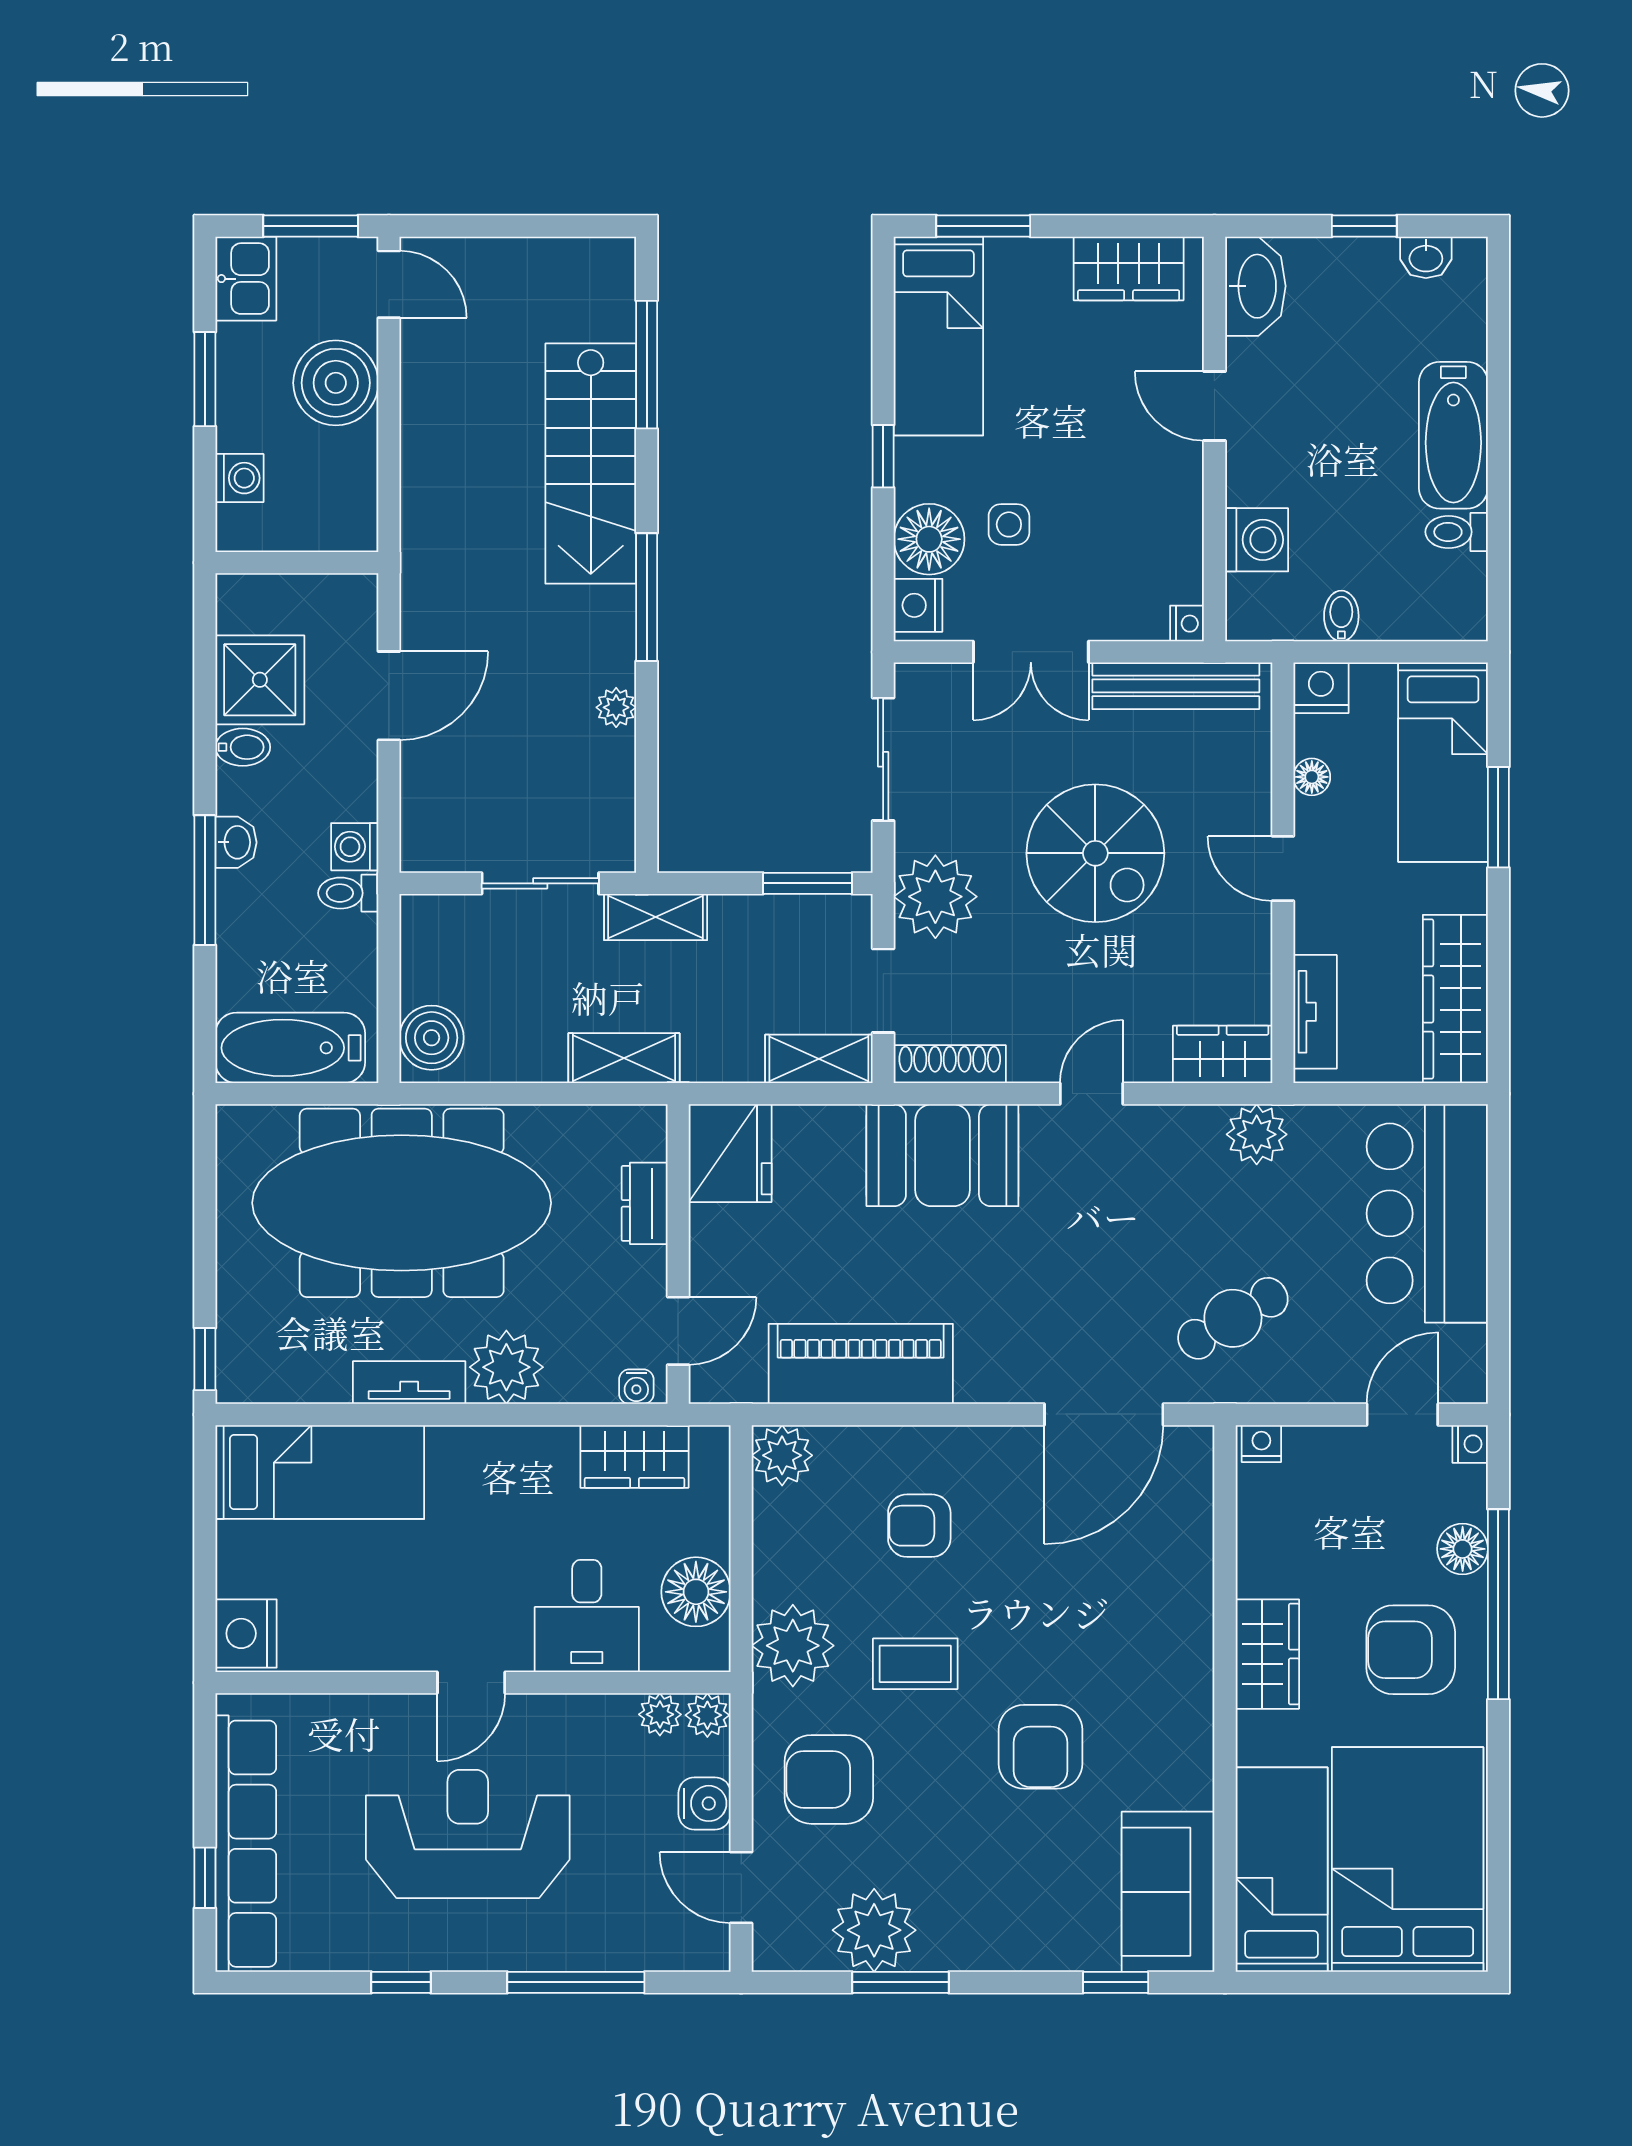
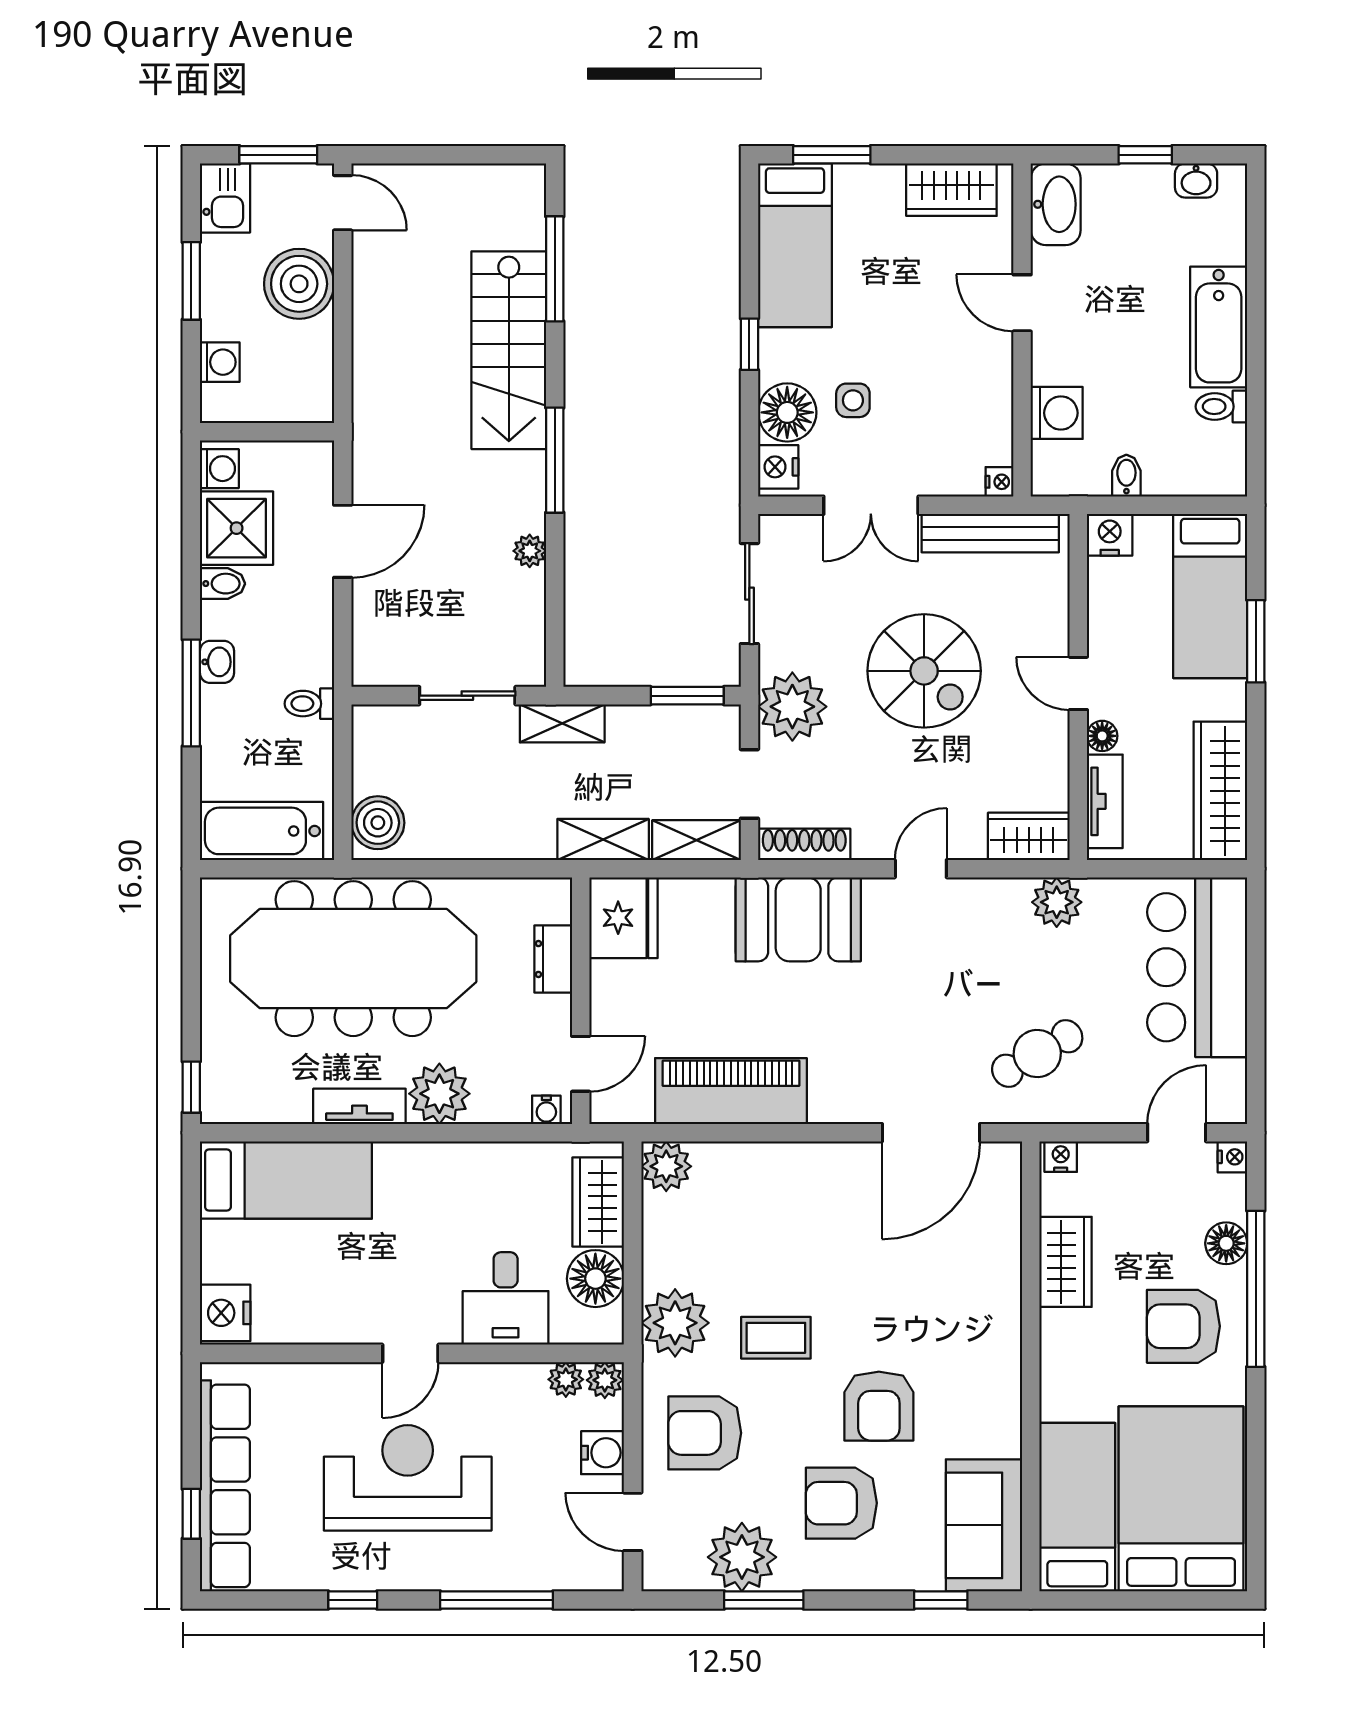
floor lamp: (1312, 777) -> (1102, 736), moved
washing machine: (355, 847) -> (219, 469), moved, turned 180
shelving: (624, 1058) -> (603, 839), moved
wardrobe: (634, 1456) -> (598, 1202), moved, turned 90
armchair: (919, 1526) -> (841, 1503), moved, width x1.38, depth x1.38
wardrobe: (1267, 1654) -> (1066, 1262), moved

